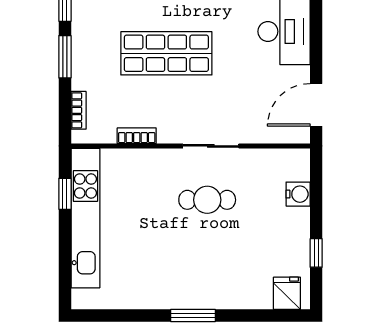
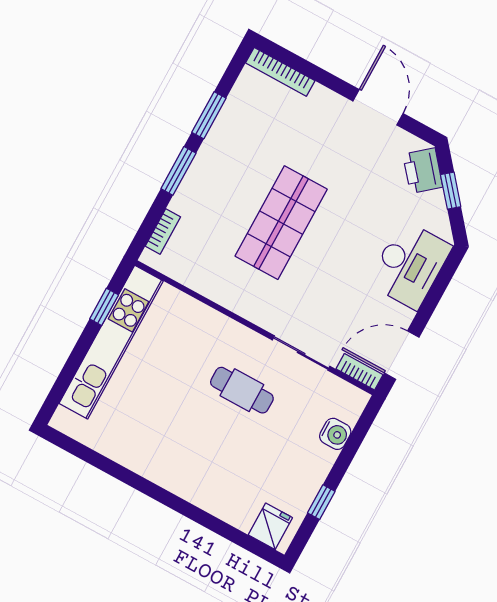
shop shelf: (166, 53) -> (281, 223), turned 90
bookcase: (137, 136) -> (360, 372), moved
sliding door: (211, 146) -> (301, 353), moved
window: (193, 315) -> (165, 497), removed

